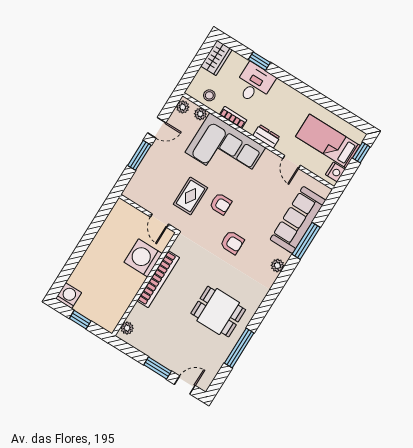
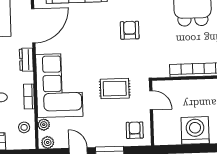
door: (292, 162) -> (33, 26), width x1.87
armchair: (221, 204) -> (135, 130), moved
door: (159, 221) -> (151, 100), hinge flipped
washing machine: (143, 258) -> (195, 130), moved, turned 180

